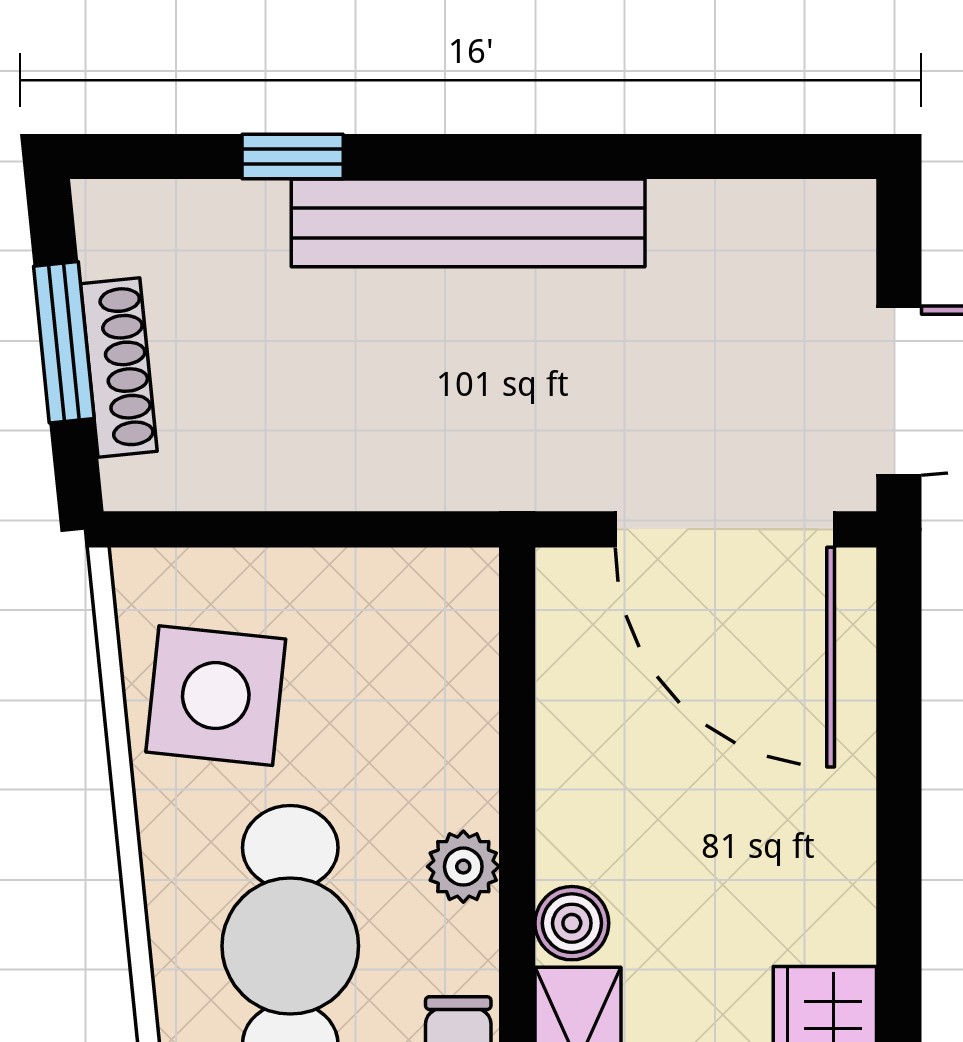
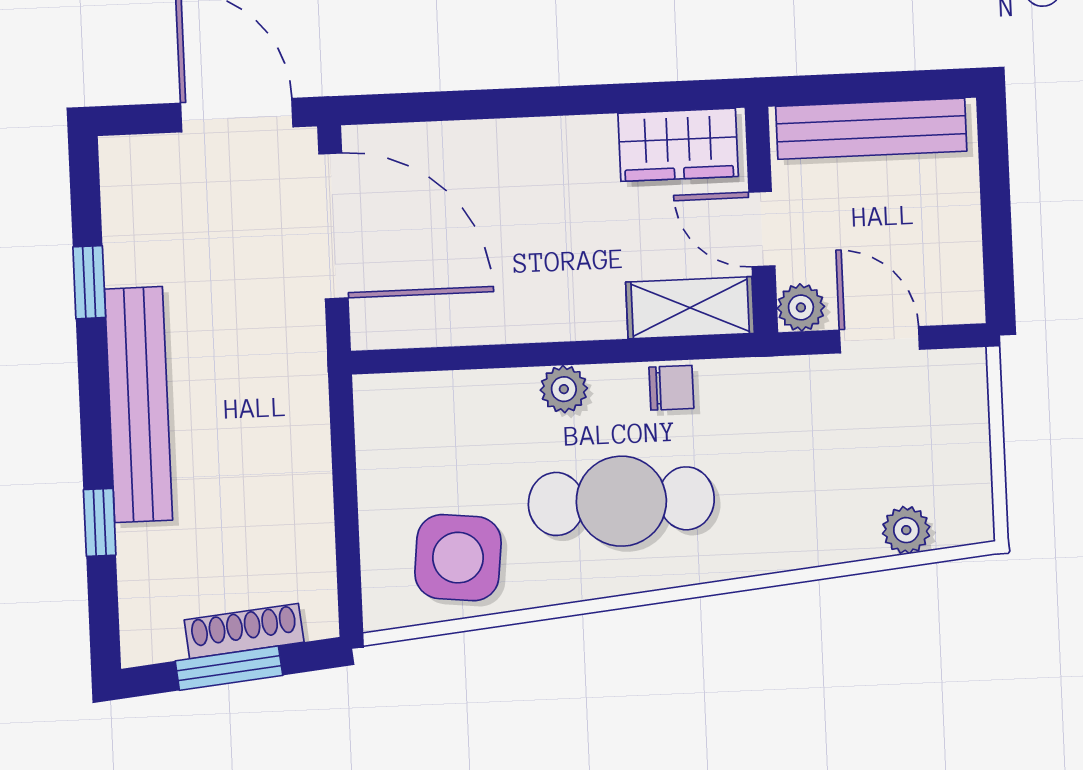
window: (656, 157) -> (89, 282), added
door: (725, 529) -> (333, 226), hinge flipped
boiler: (572, 923) -> (598, 316), removed

